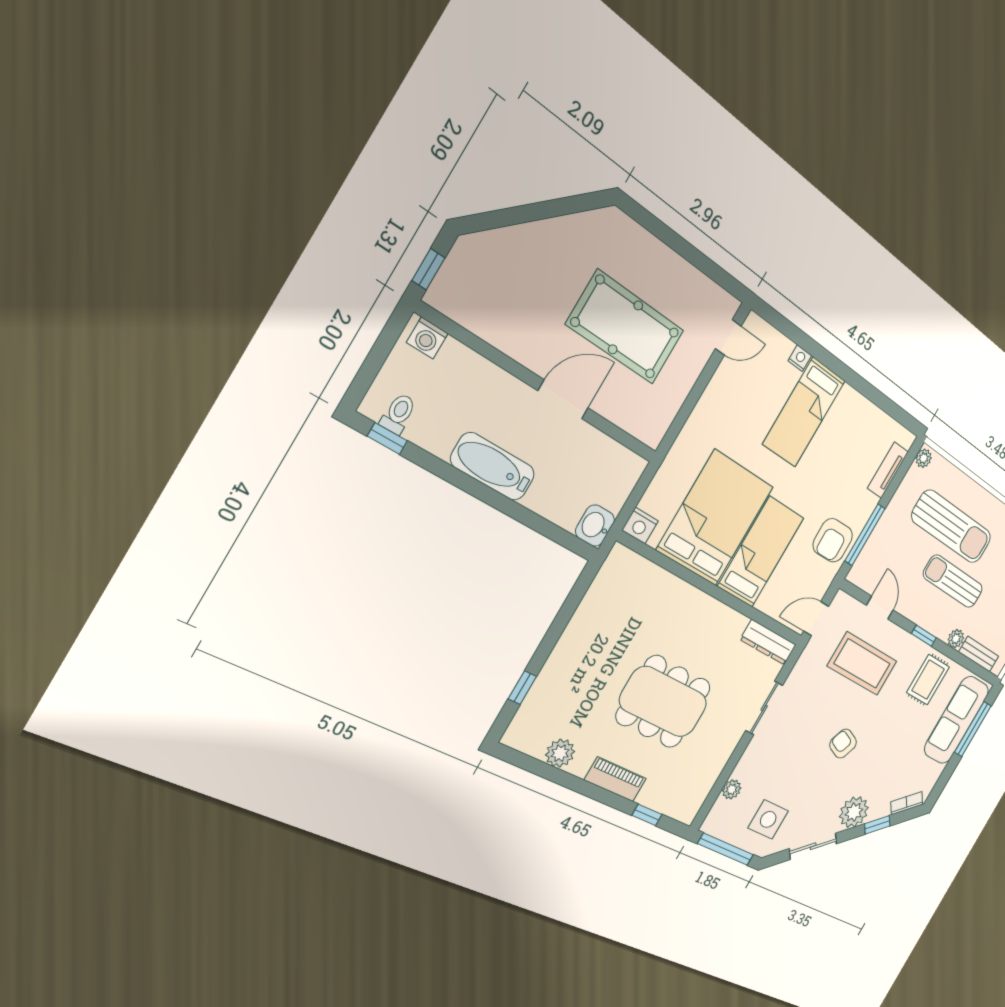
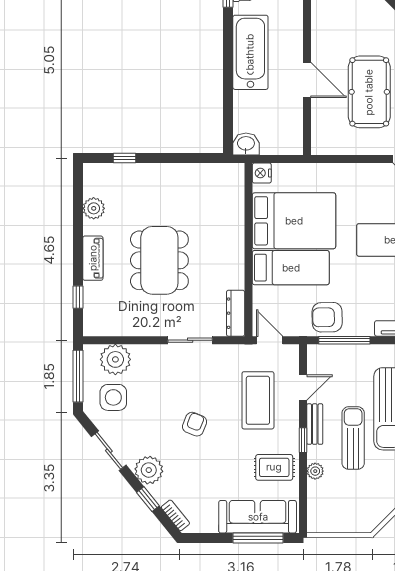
bathtub: (493, 467) -> (250, 52), width x1.36, depth x1.36
bench: (979, 654) -> (315, 424), moved
plant: (732, 789) -> (115, 359), width x1.88, depth x1.88

